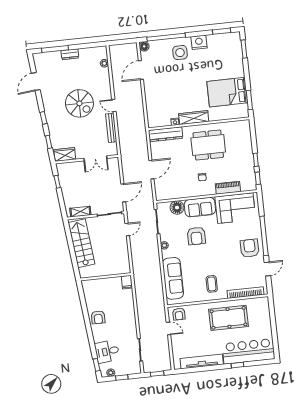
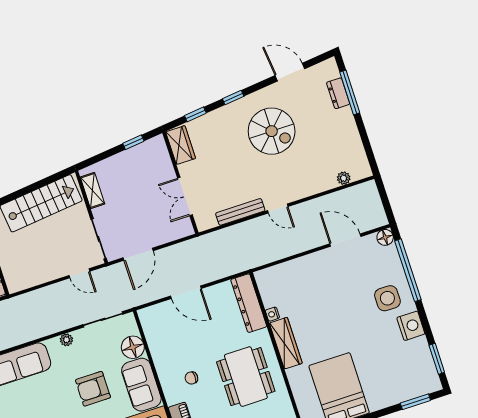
dresser: (70, 54) -> (338, 93), moved
spiral stairs: (79, 103) -> (272, 131), moved, turned -90
door: (114, 106) -> (278, 209), swing flipped
door: (123, 193) -> (138, 254), hinge flipped

